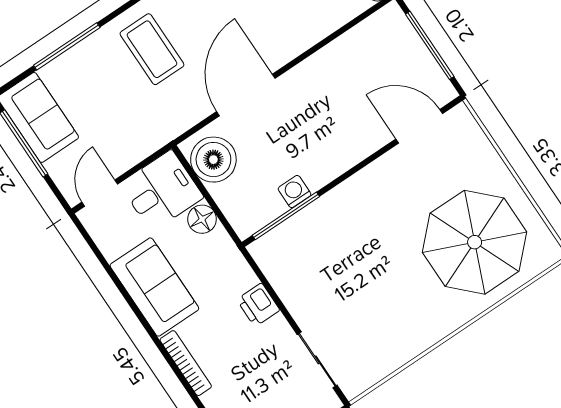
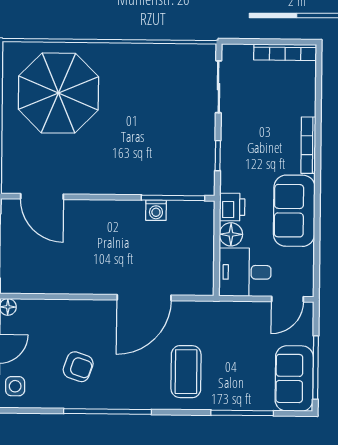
boiler: (213, 160) -> (196, 269), removed
window: (270, 290) -> (218, 156), added
printer: (258, 305) -> (232, 207), moved

